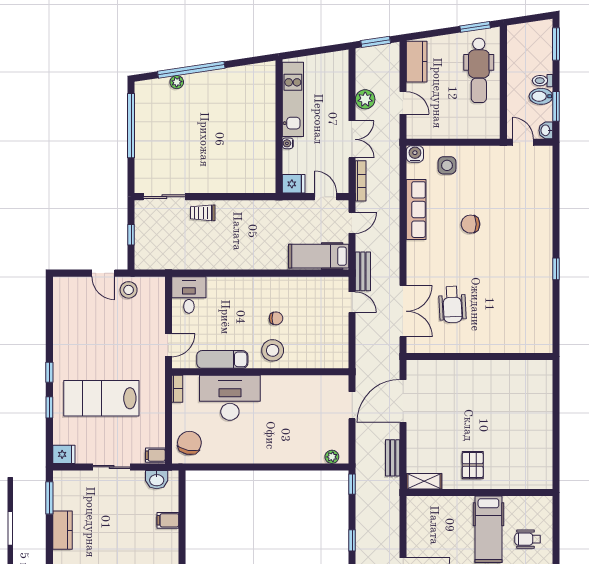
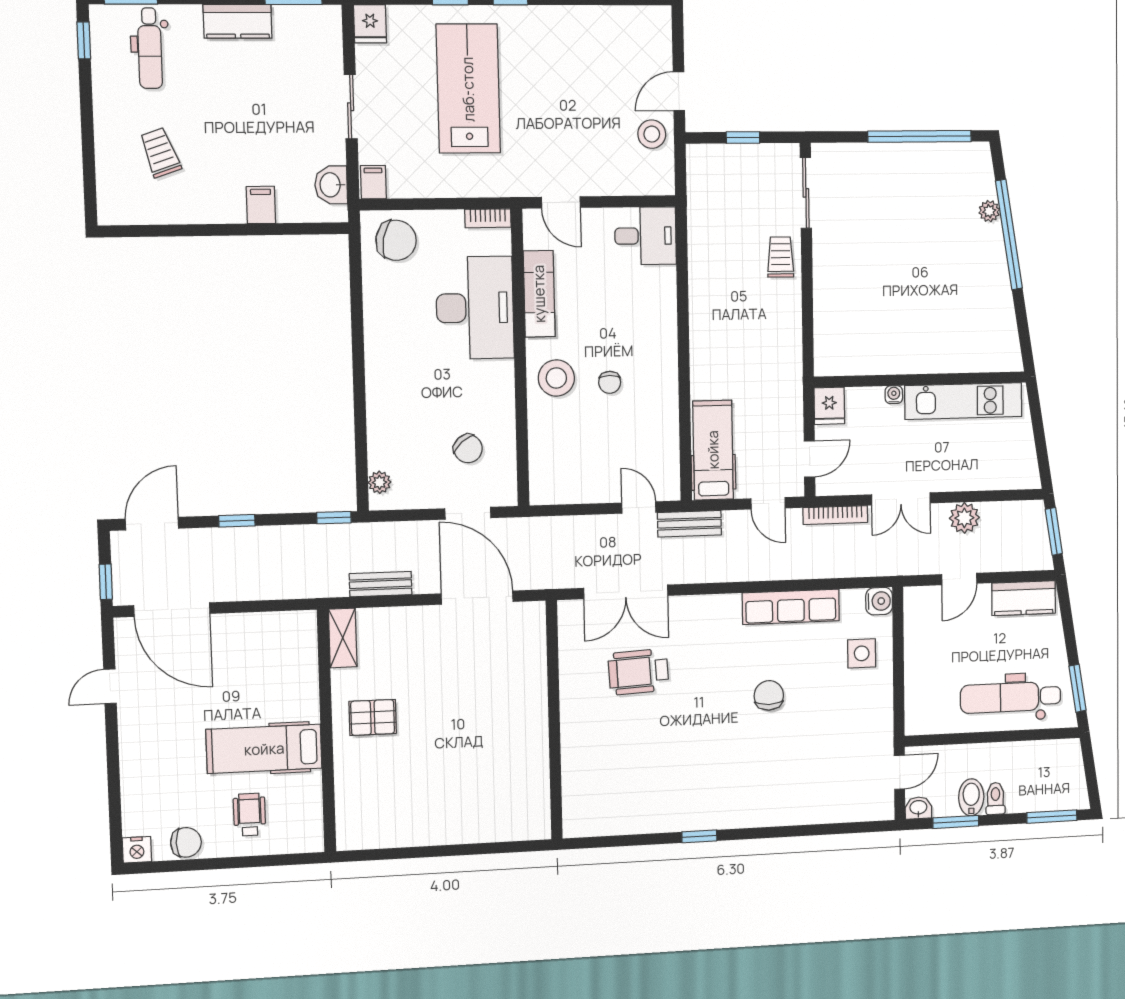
door: (352, 302) -> (639, 508), swing flipped
chair: (313, 404) -> (468, 449), added

